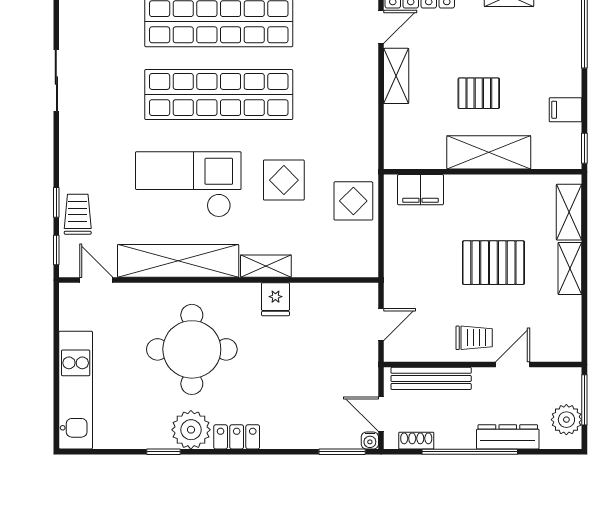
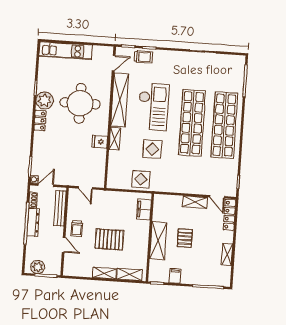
pallet: (493, 263) -> (109, 239), turned 90
dresser: (508, 437) -> (33, 223), moved

